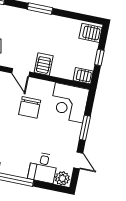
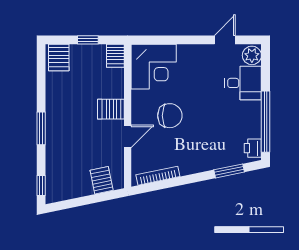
window: (85, 128) -> (181, 40), removed

